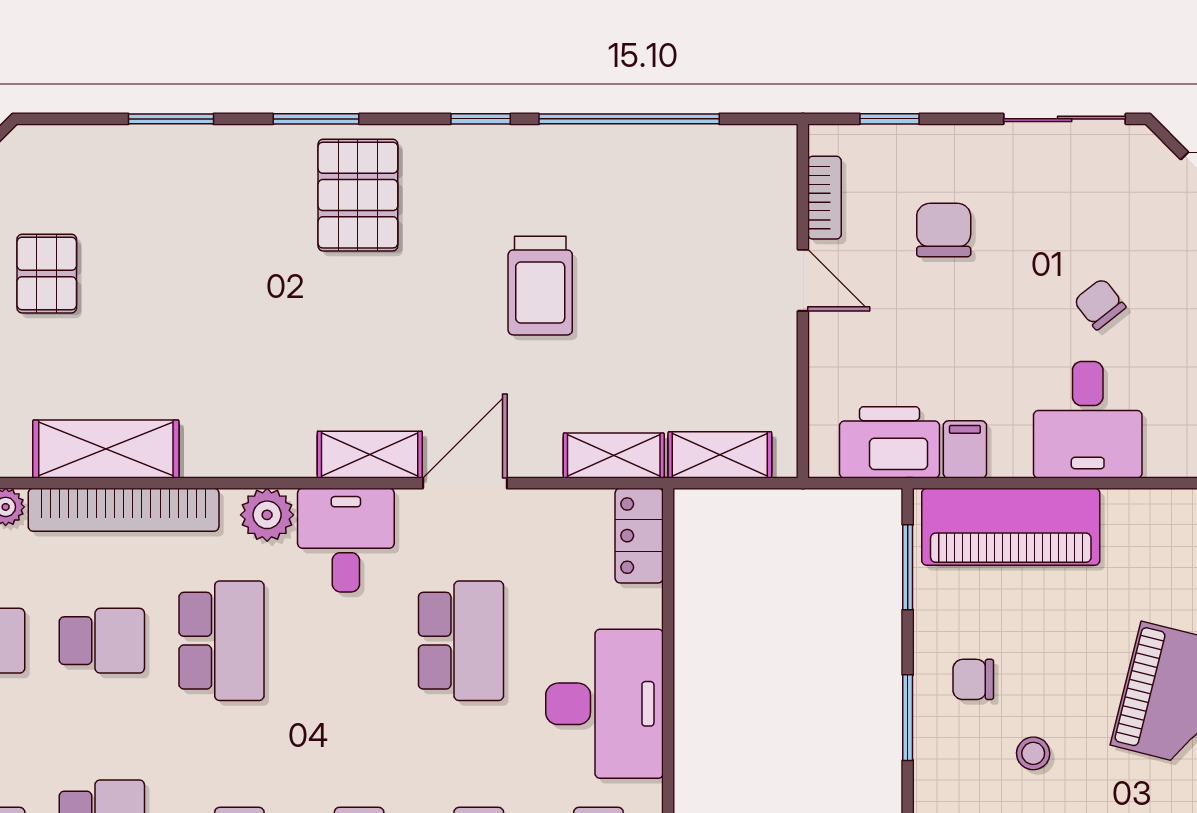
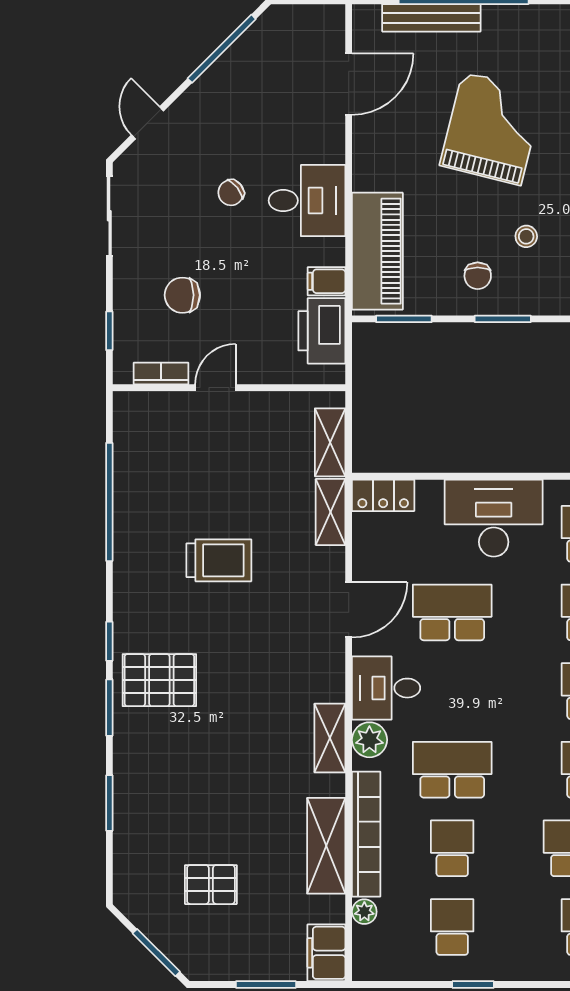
window: (481, 119) -> (109, 641), moved
shelving: (370, 455) -> (330, 738), moved
door: (465, 483) -> (349, 610), swing flipped

